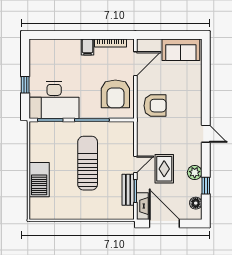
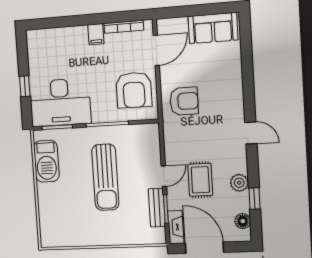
sun lounger: (88, 163) -> (105, 177), turned 180
barbecue: (39, 180) -> (46, 161), moved

